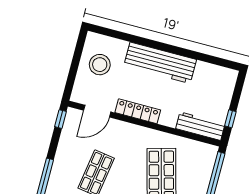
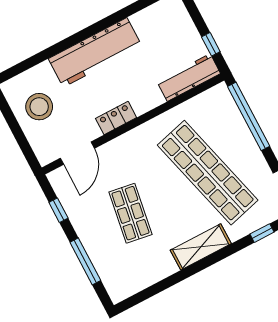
locker: (138, 111) -> (116, 118), width x0.66
window: (60, 119) -> (58, 210), moved

